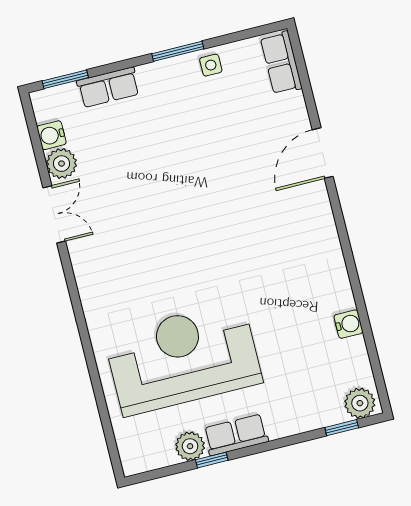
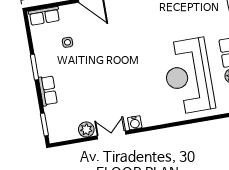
side table: (211, 65) -> (68, 42), moved
row of seats: (108, 87) -> (48, 91), moved
water cooler: (52, 135) -> (135, 123), moved

